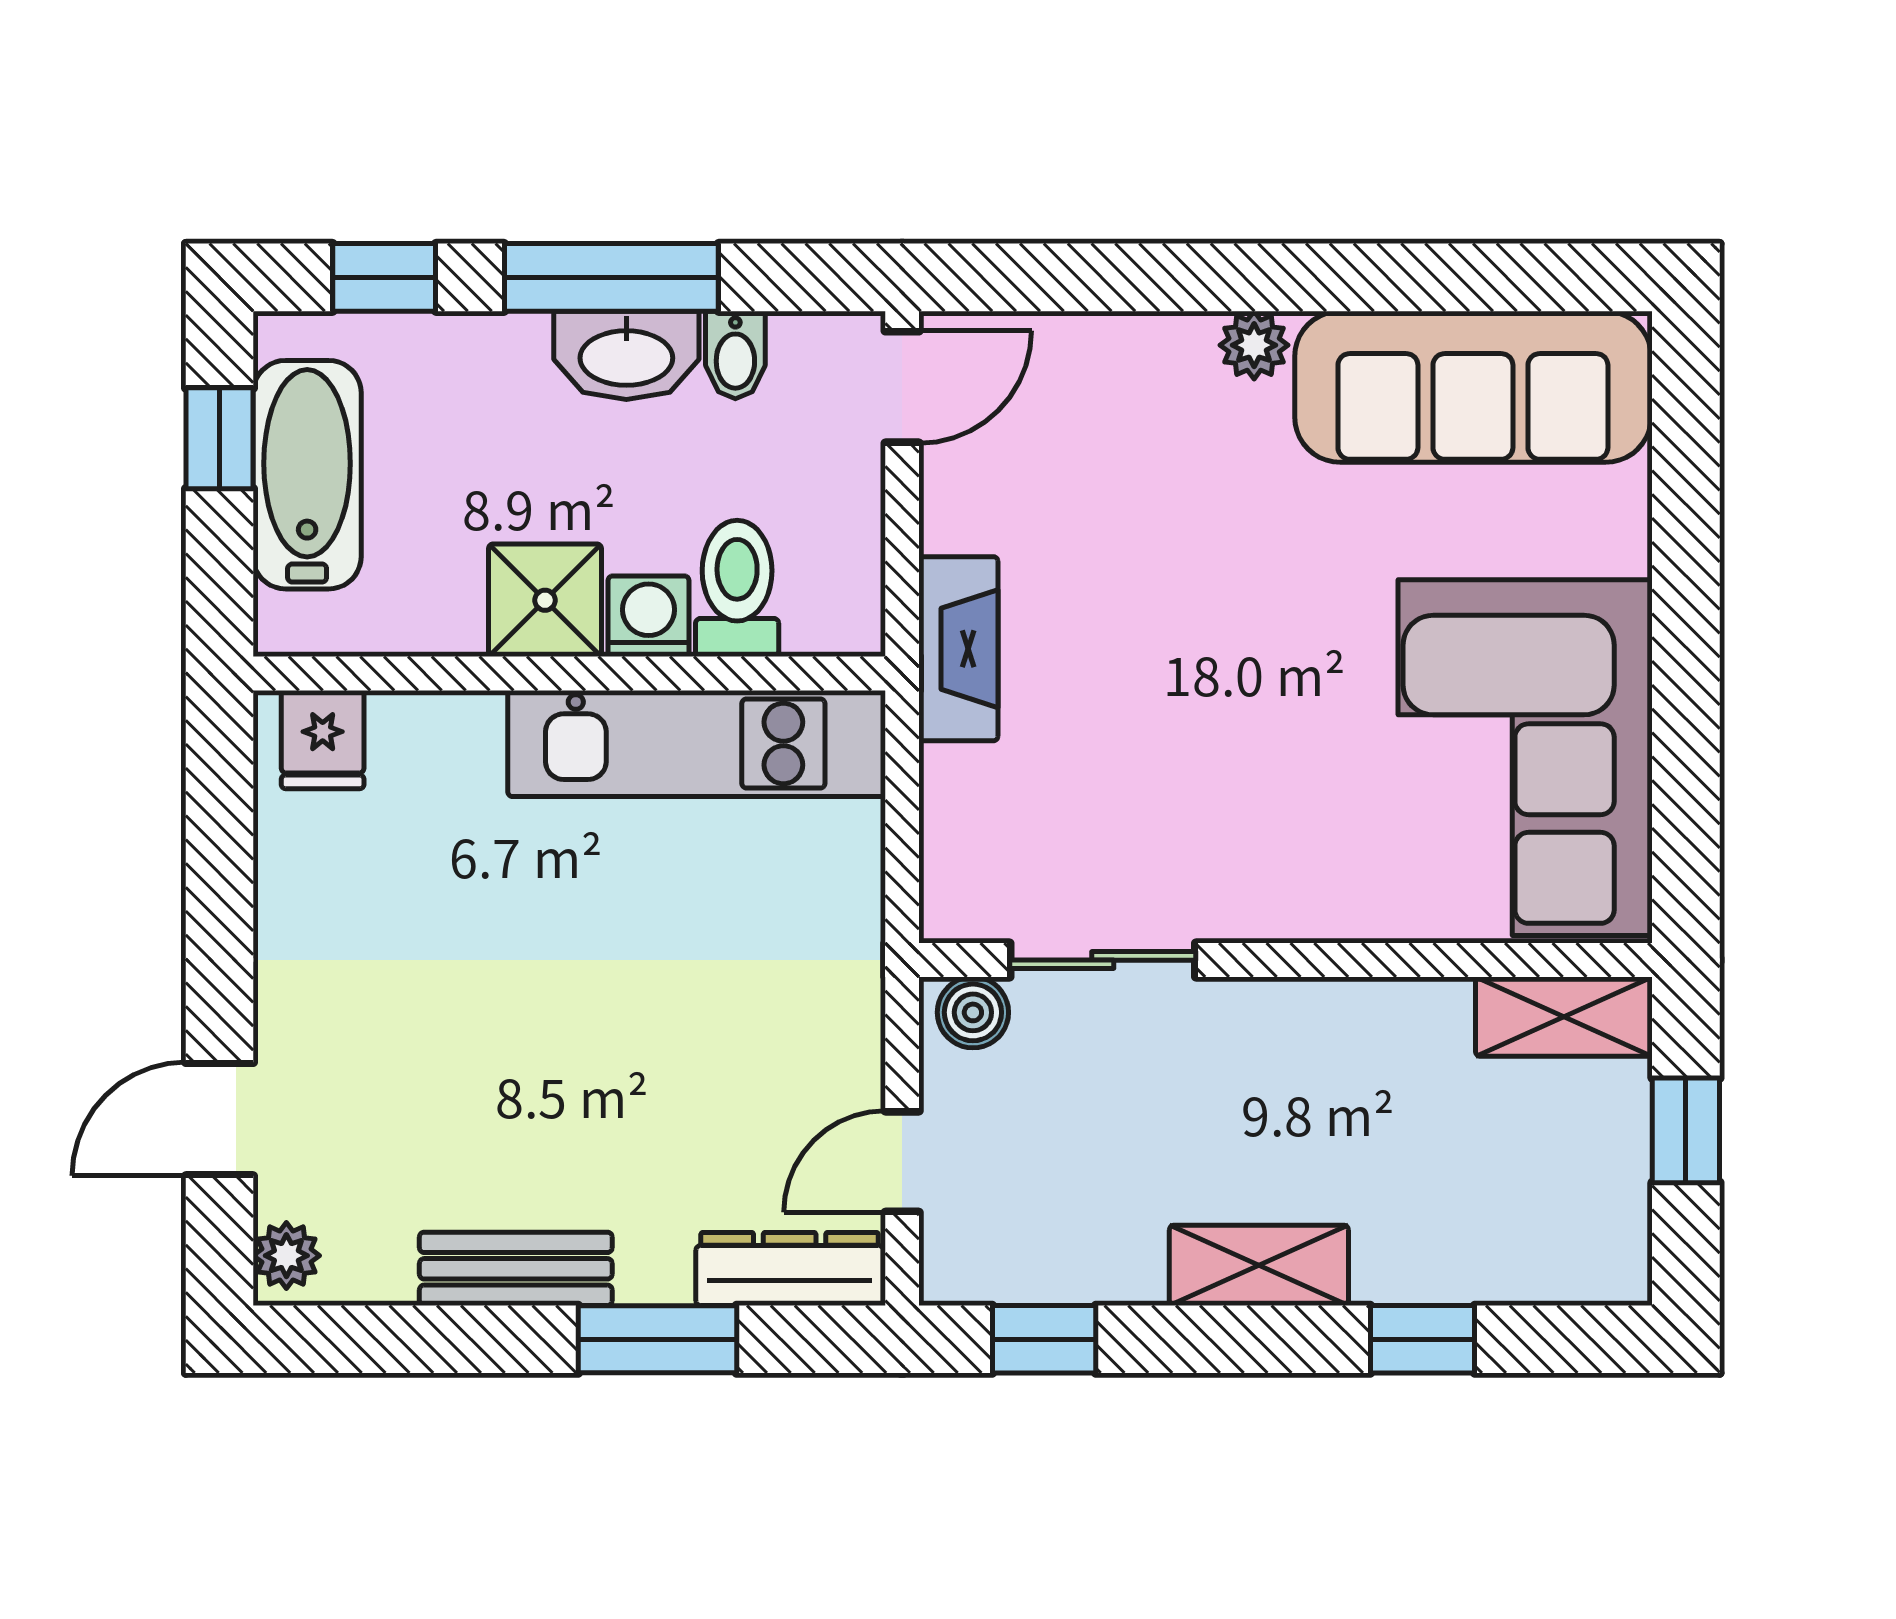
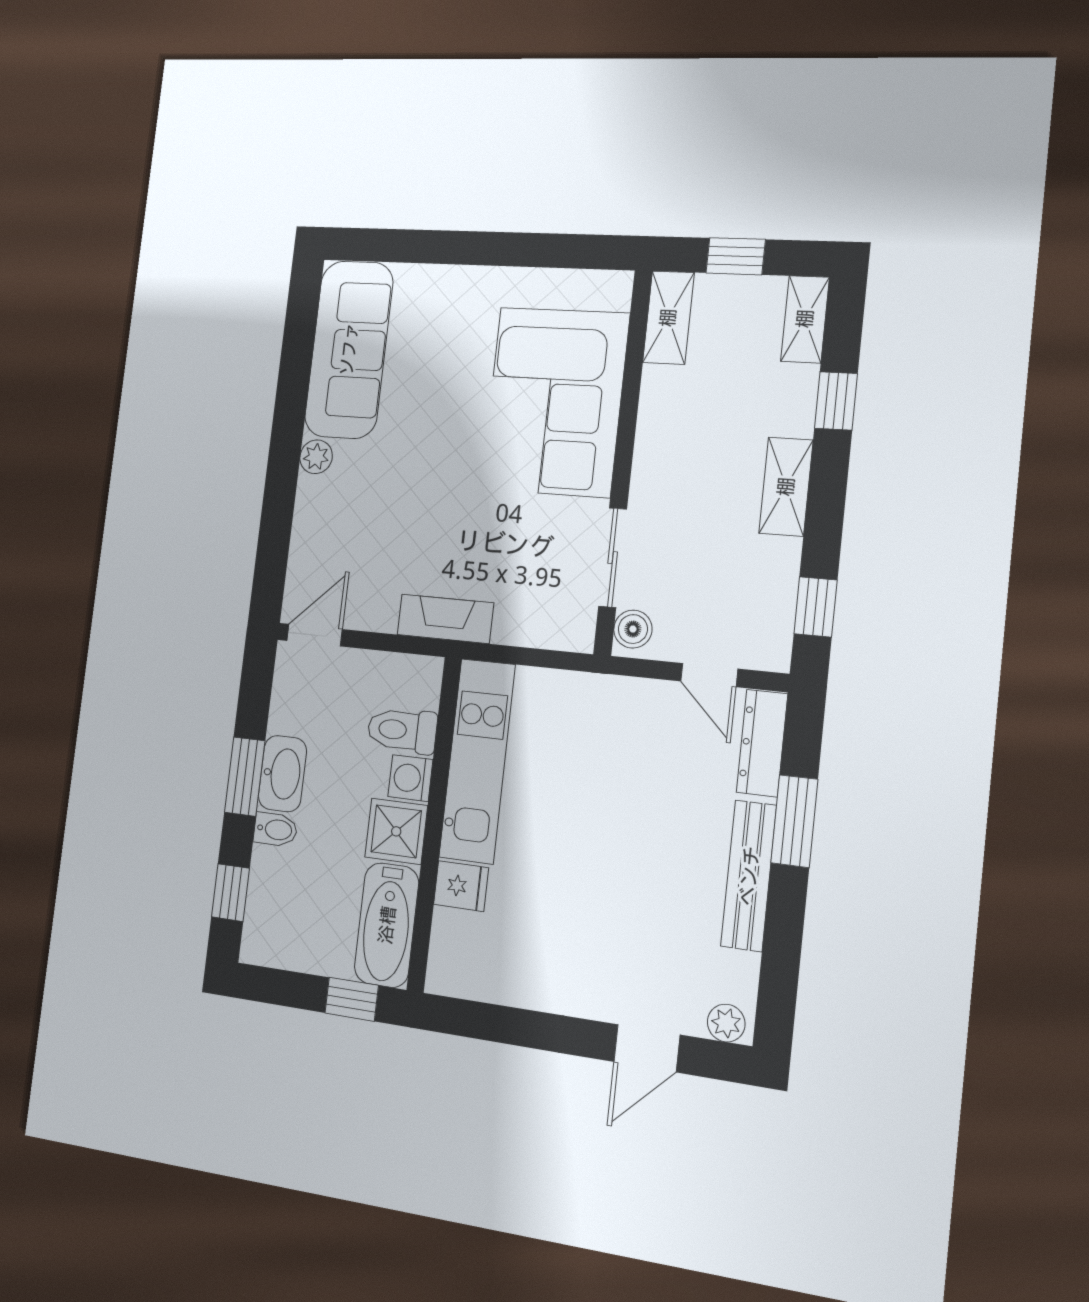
window: (611, 277) -> (245, 777), width x0.69
bidet: (735, 355) -> (276, 829), moved
door: (902, 387) -> (314, 635), hinge flipped
window: (219, 438) -> (352, 999), moved
bathtub: (307, 475) -> (387, 925), moved, turned -90
fridge: (323, 740) -> (461, 886), moved
corner sofa: (1525, 758) -> (555, 401), moved, turned 90
door: (219, 1119) -> (647, 1048), hinge flipped
bench: (516, 1269) -> (749, 876), width x1.36
shelving: (1571, 1269) -> (805, 319), added

